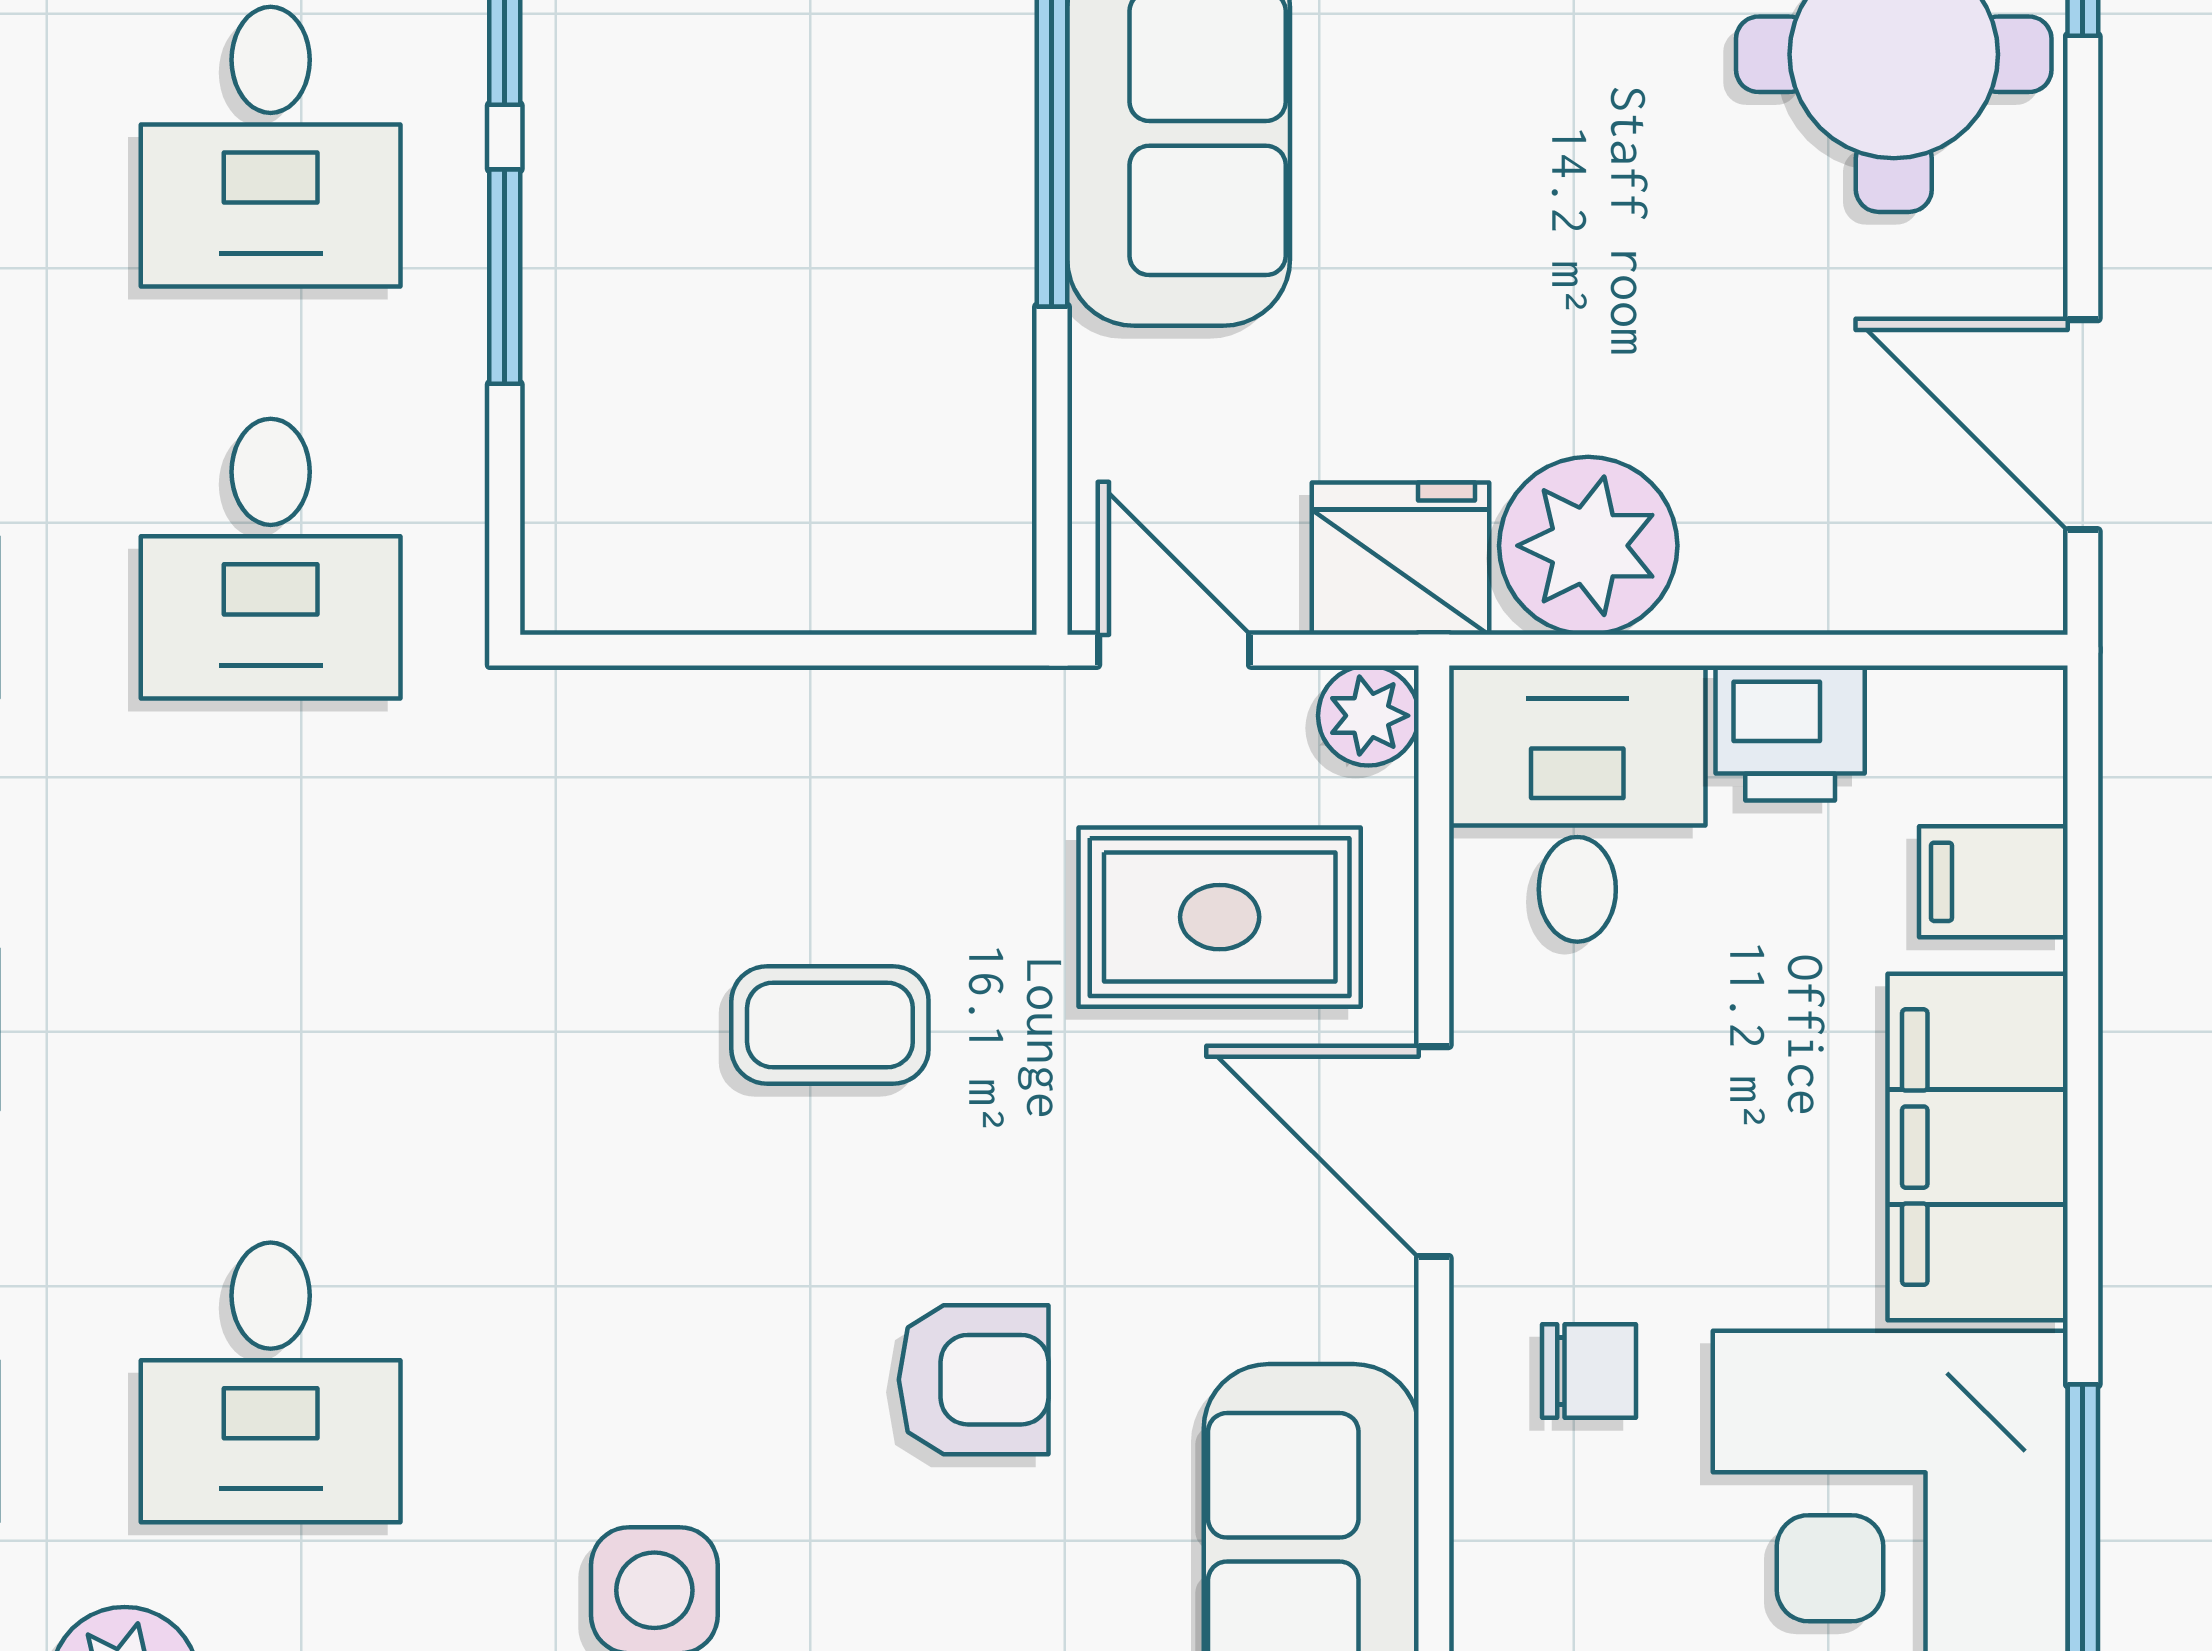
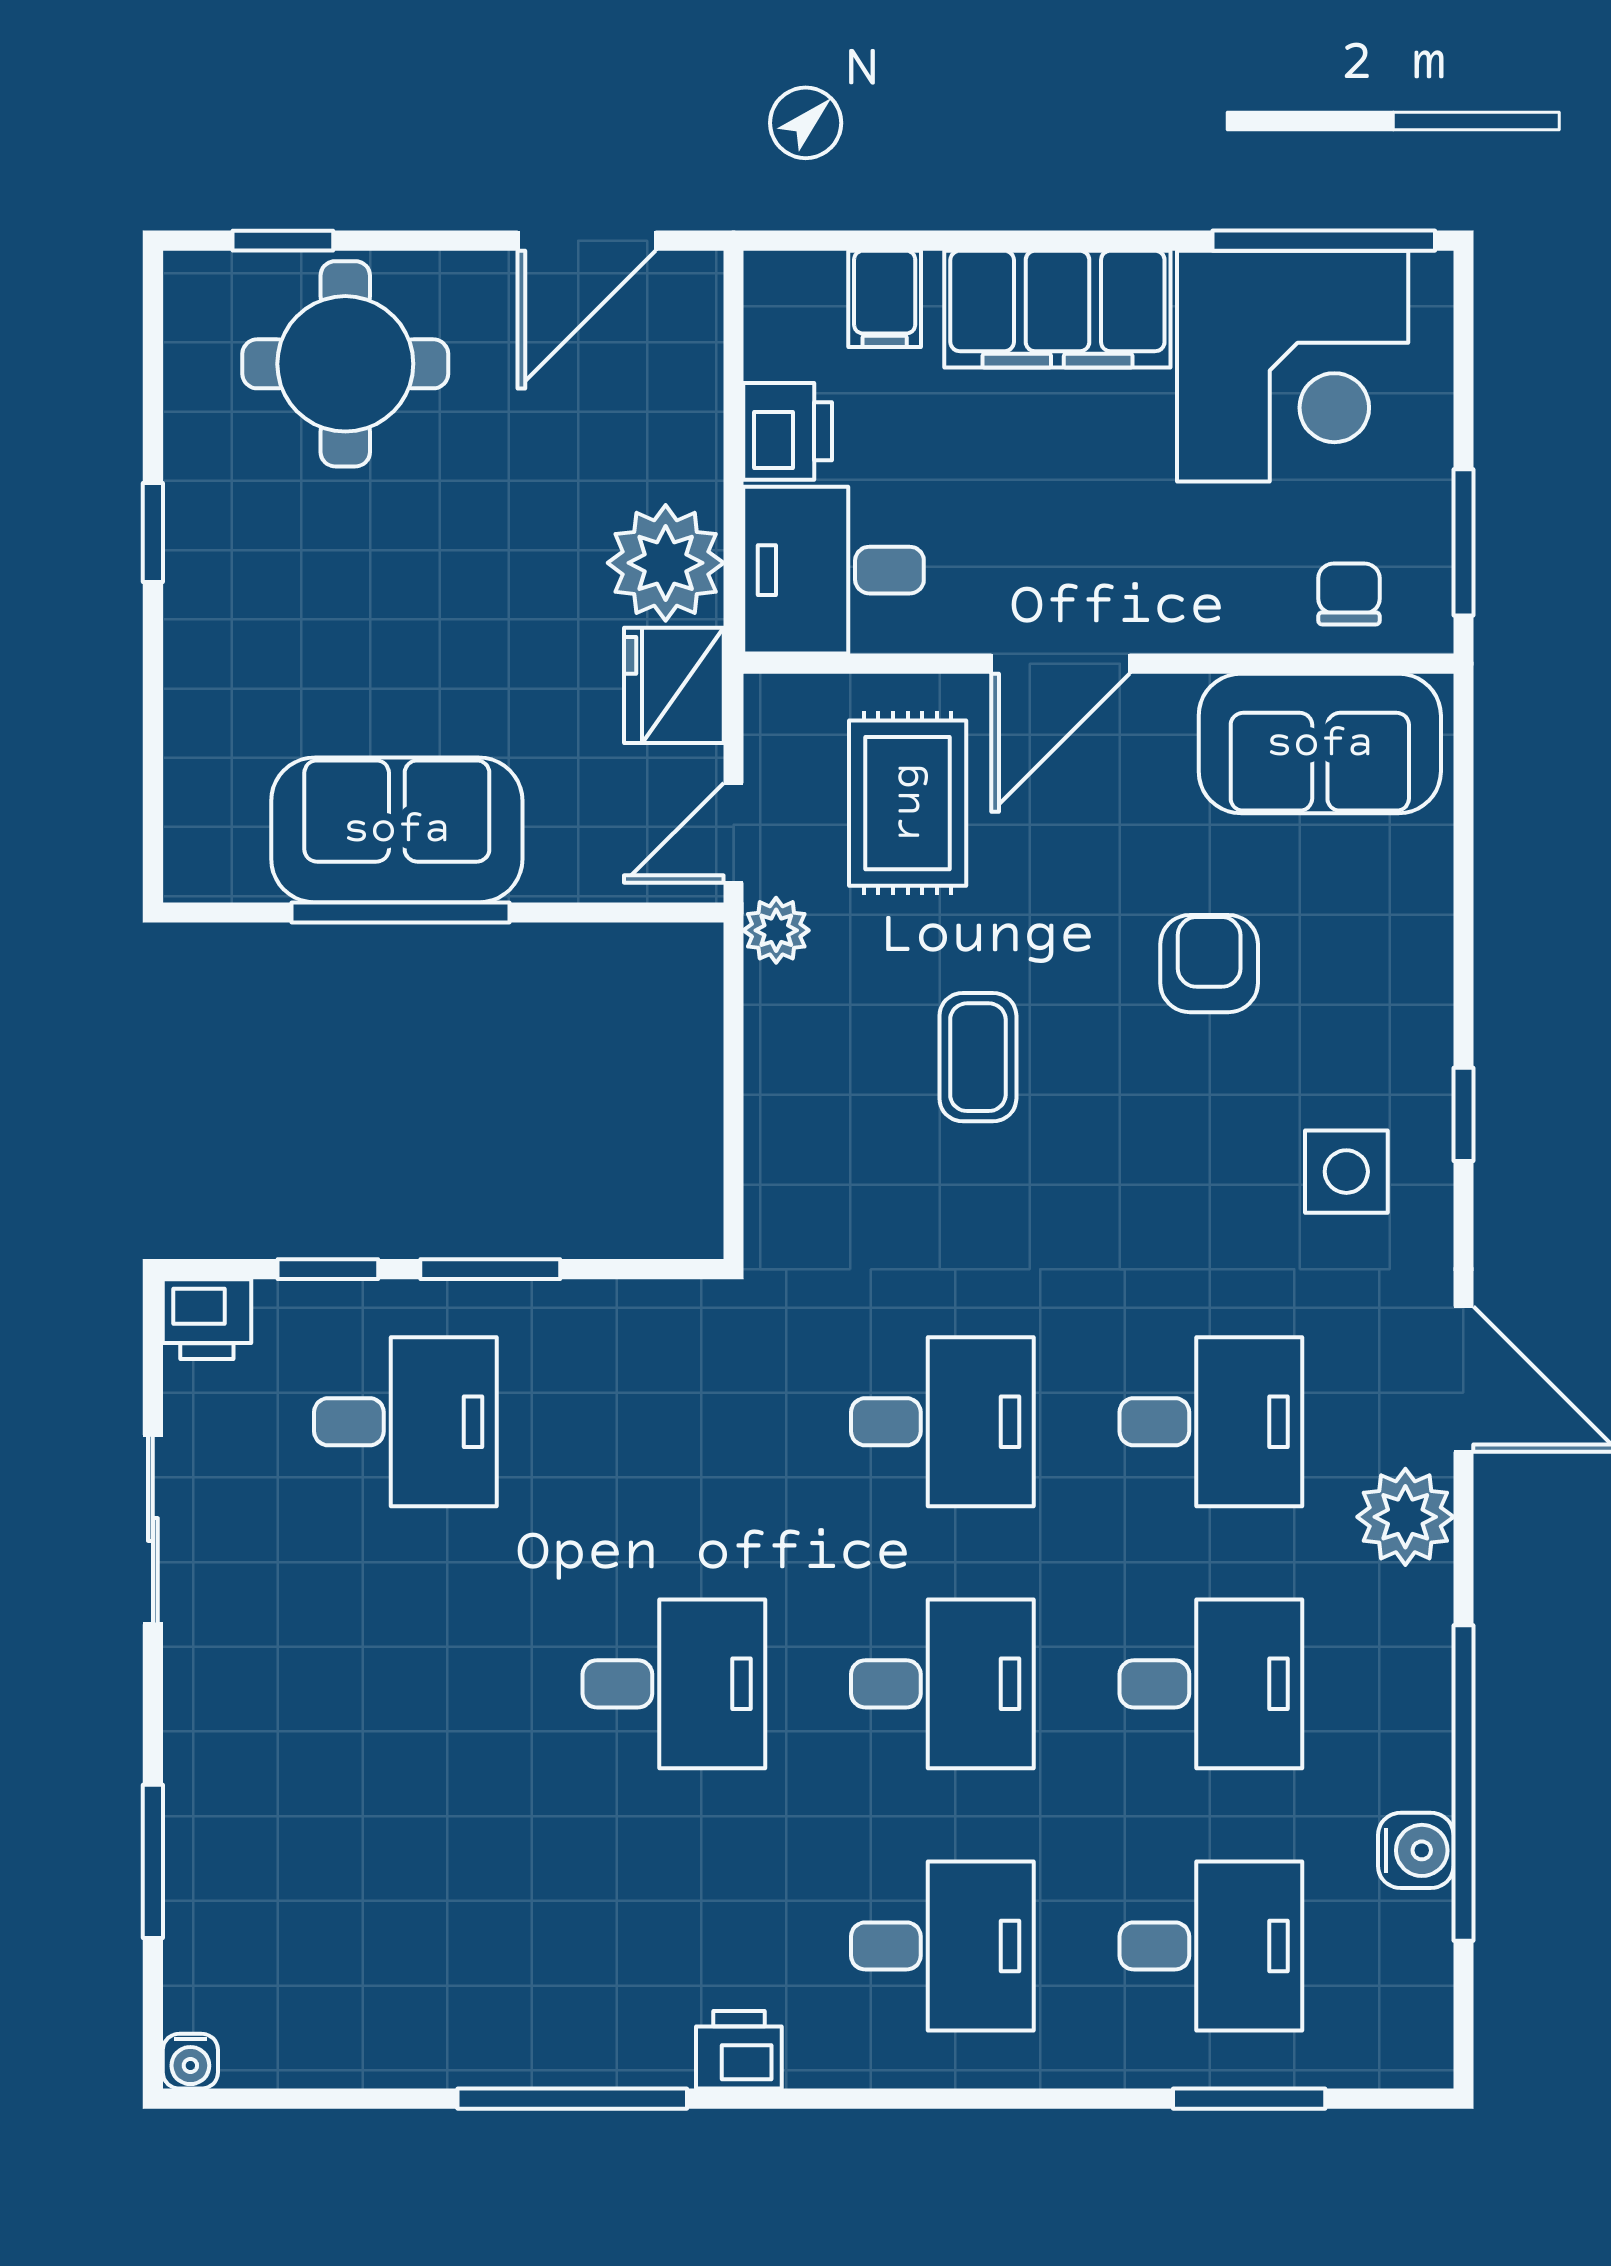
desk: (271, 559) -> (942, 1422), moved
plant: (1368, 716) -> (776, 930), moved
chair: (1589, 1371) -> (1349, 594), moved

